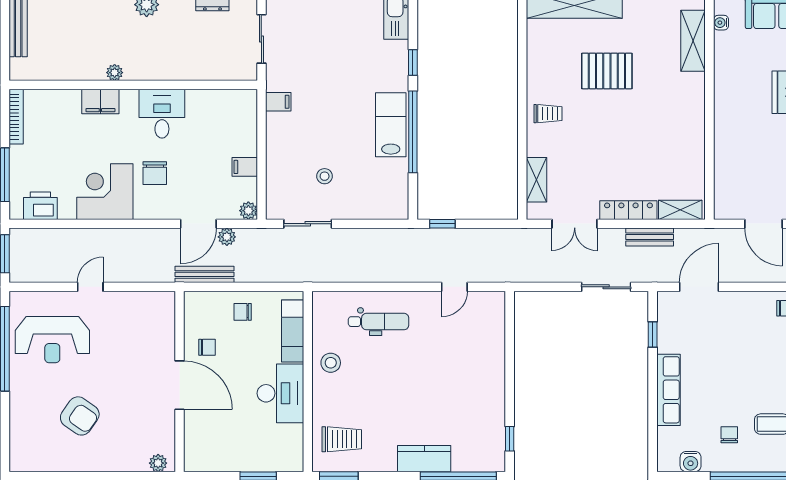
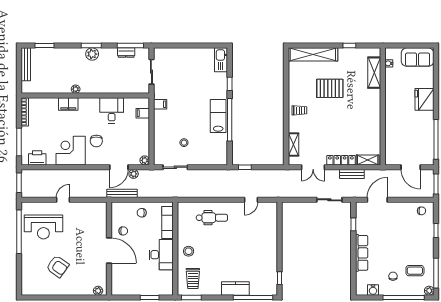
desk: (162, 114) -> (112, 110), moved
filing cabinet: (245, 167) -> (143, 113), moved
stool: (331, 363) -> (189, 251), moved
trolley: (342, 439) -> (193, 278), turned 90

